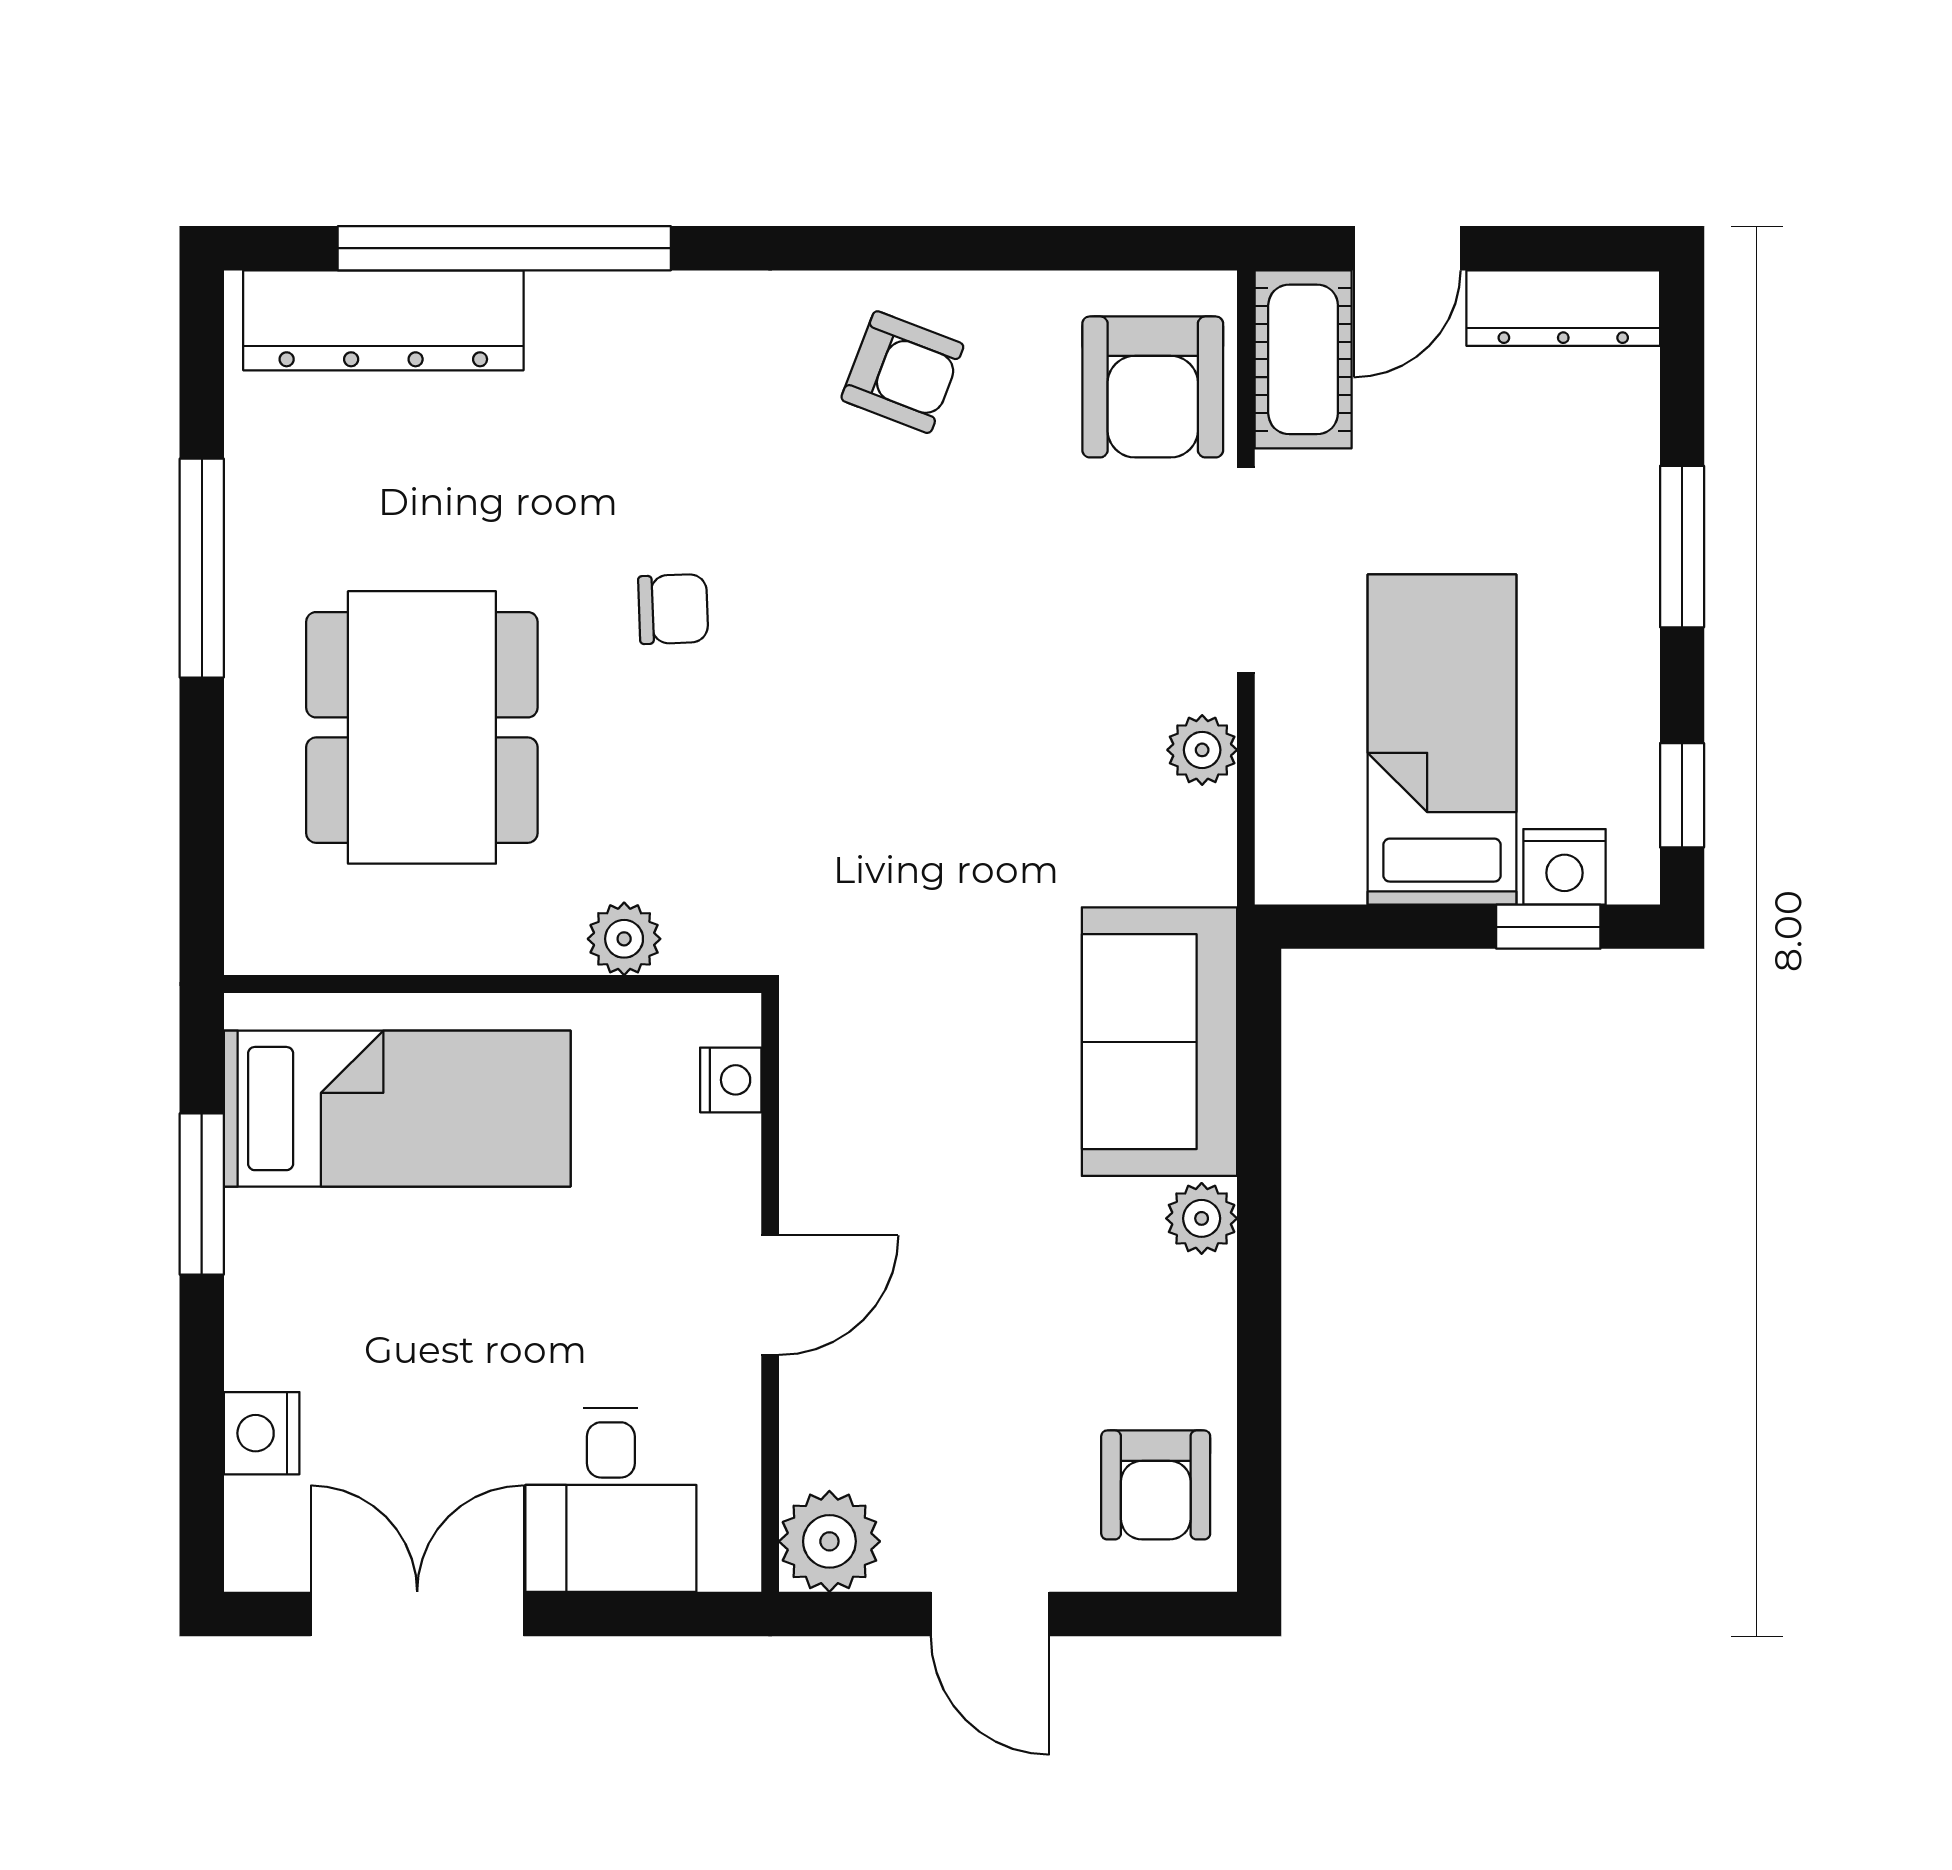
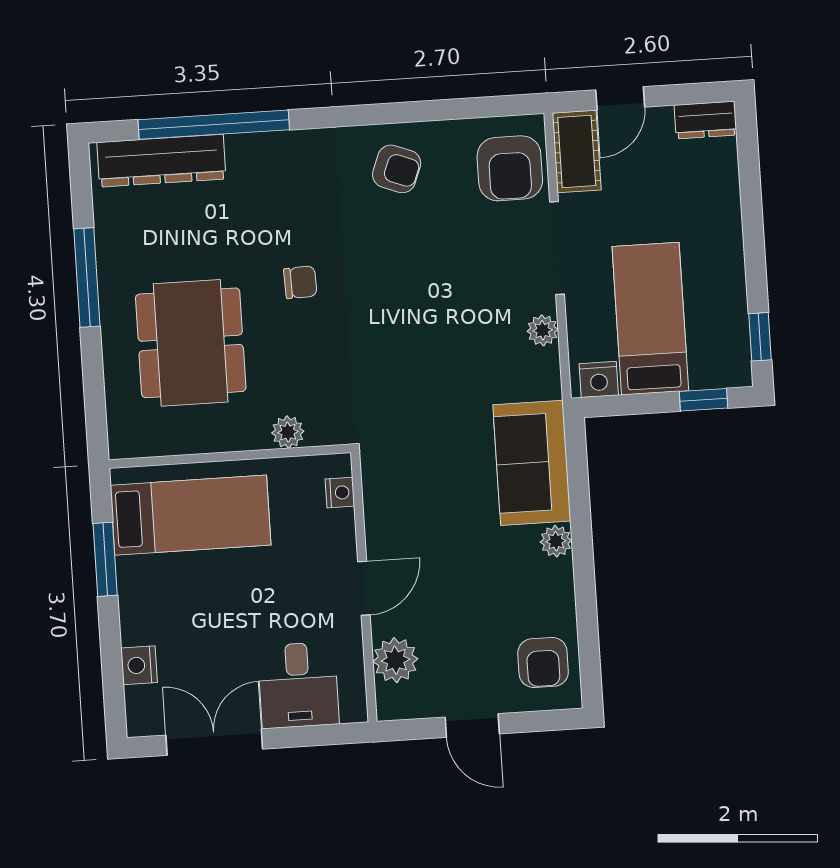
dresser: (1563, 308) -> (706, 120), width x0.70
window: (1682, 547) -> (753, 225), removed
nightstand: (1564, 867) -> (599, 379), moved
plant: (829, 1541) -> (395, 660), moved

